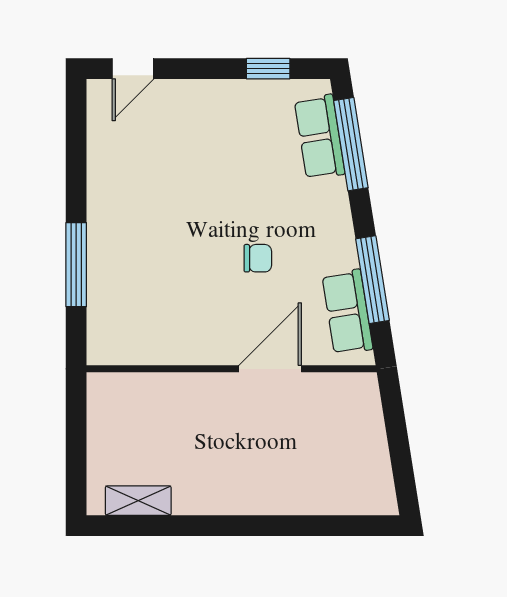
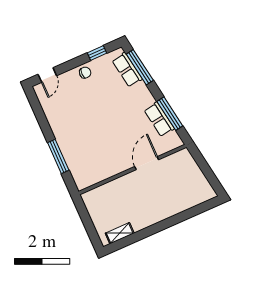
chair: (258, 258) -> (85, 73), moved
row of seats: (347, 312) -> (159, 119), moved

